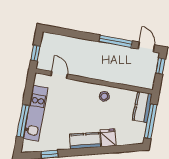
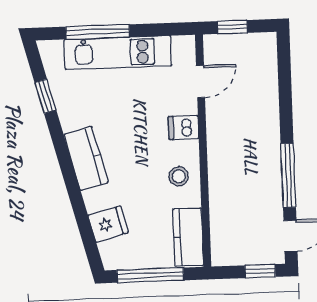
dishwasher: (80, 89) -> (183, 128), added
kitchen counter: (142, 107) -> (188, 237), moved, turned -90
fridge: (108, 138) -> (108, 224), moved

